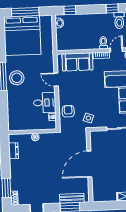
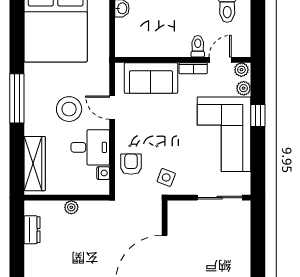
stool: (17, 78) -> (69, 109), moved
wardrobe: (13, 113) -> (35, 164), added

